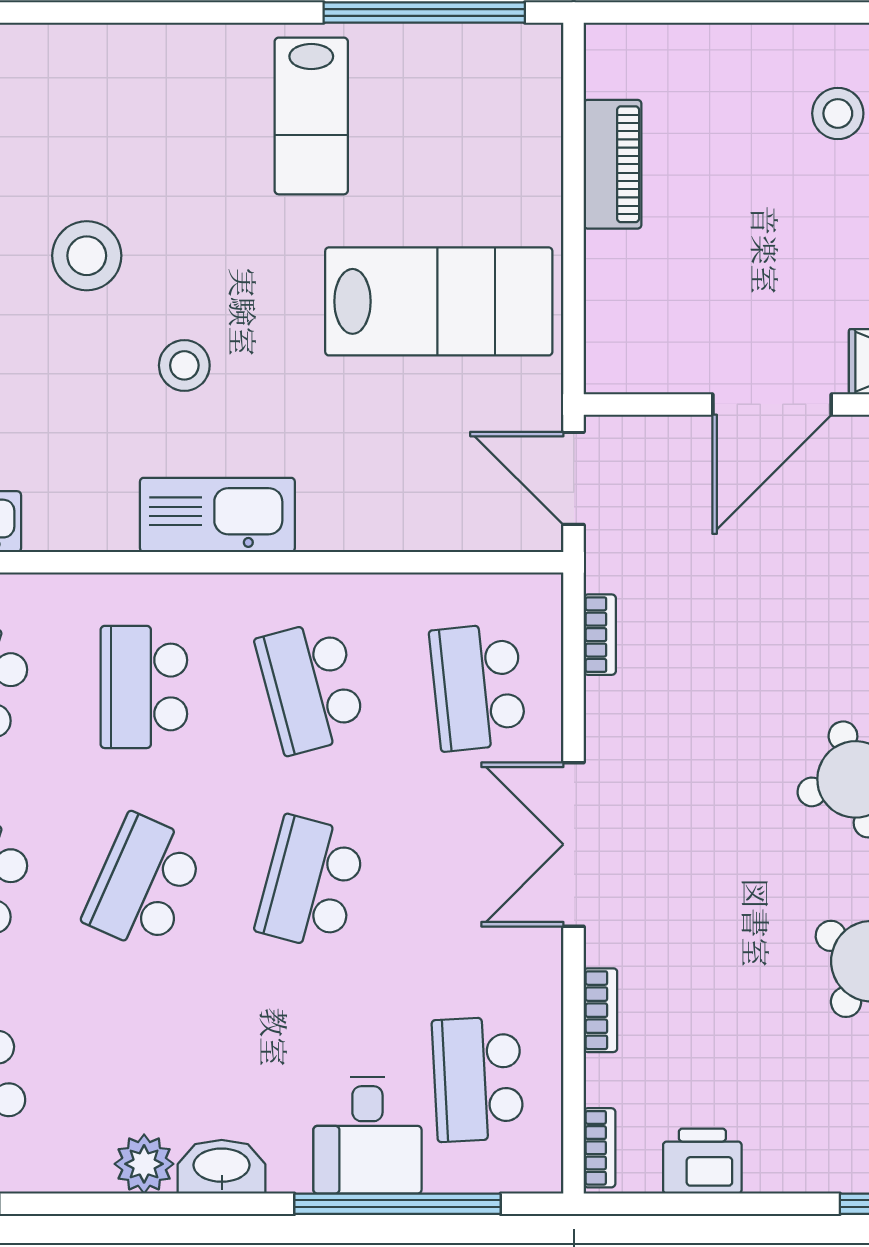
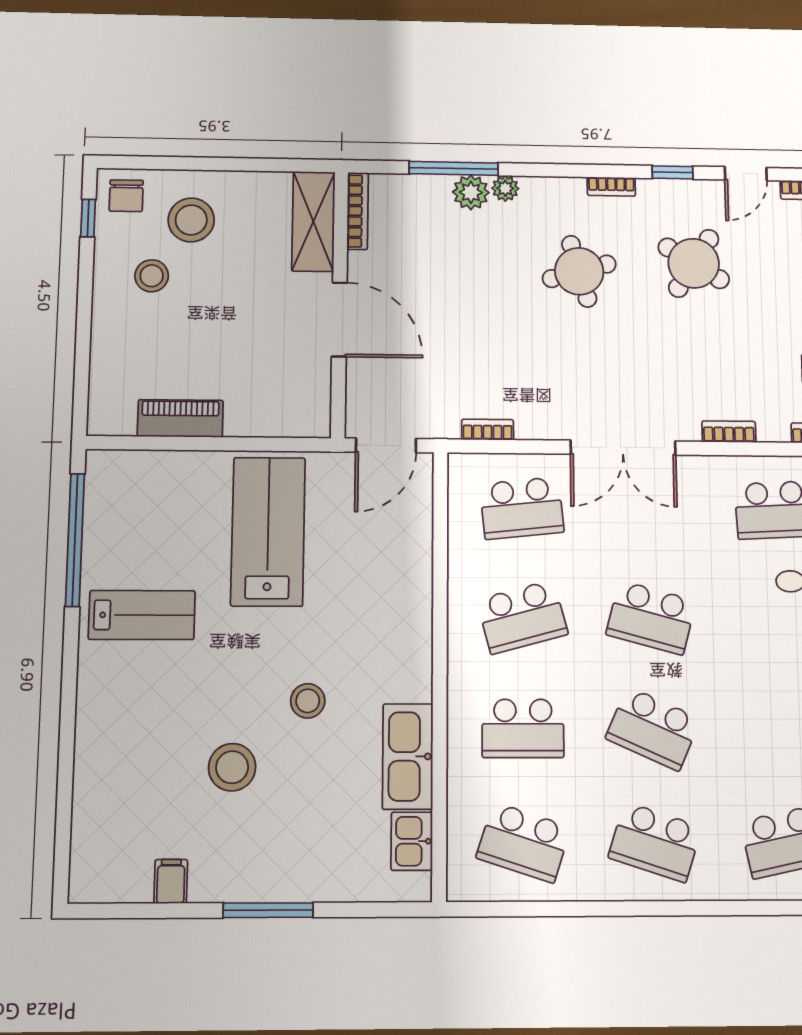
kitchen sink: (217, 515) -> (408, 756), moved

